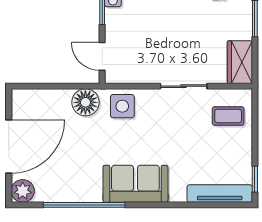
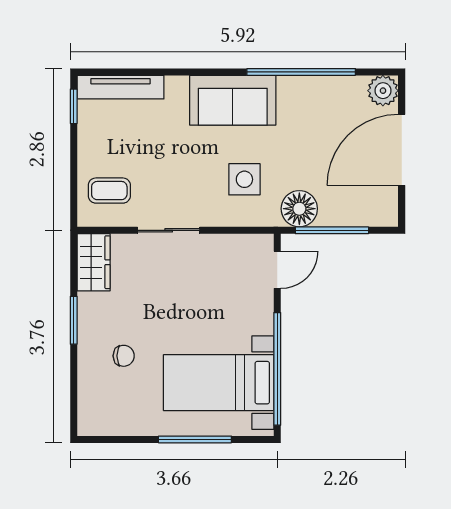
door: (102, 56) -> (277, 270), hinge flipped
window: (61, 86) -> (332, 230), added
side table: (122, 106) -> (244, 179), moved

